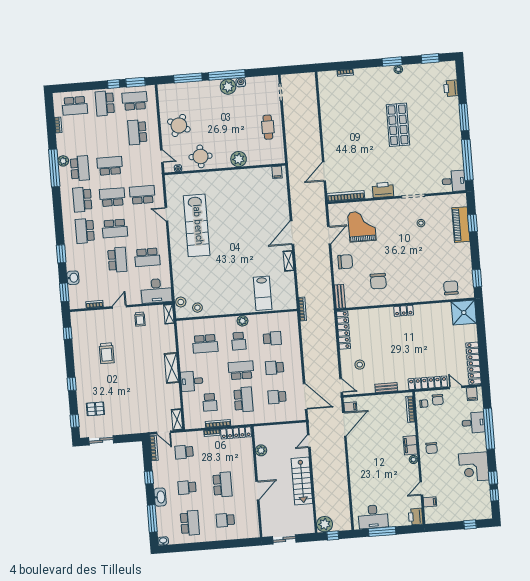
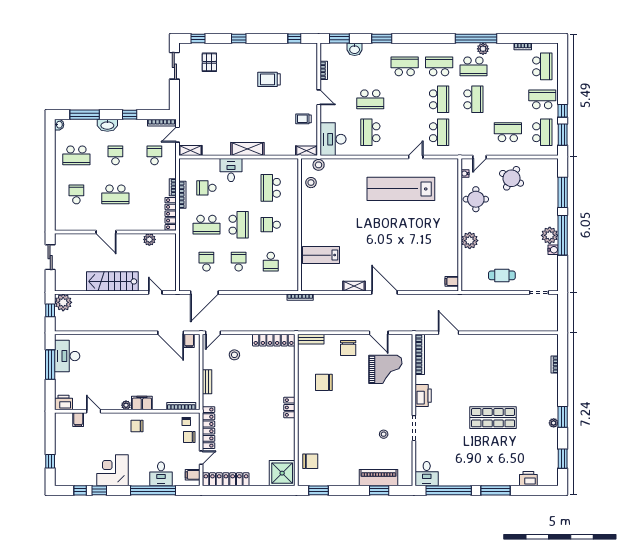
school desk: (75, 106) -> (542, 66), turned 180
school desk: (115, 228) -> (405, 99), removed
plant: (242, 321) -> (293, 231), removed

